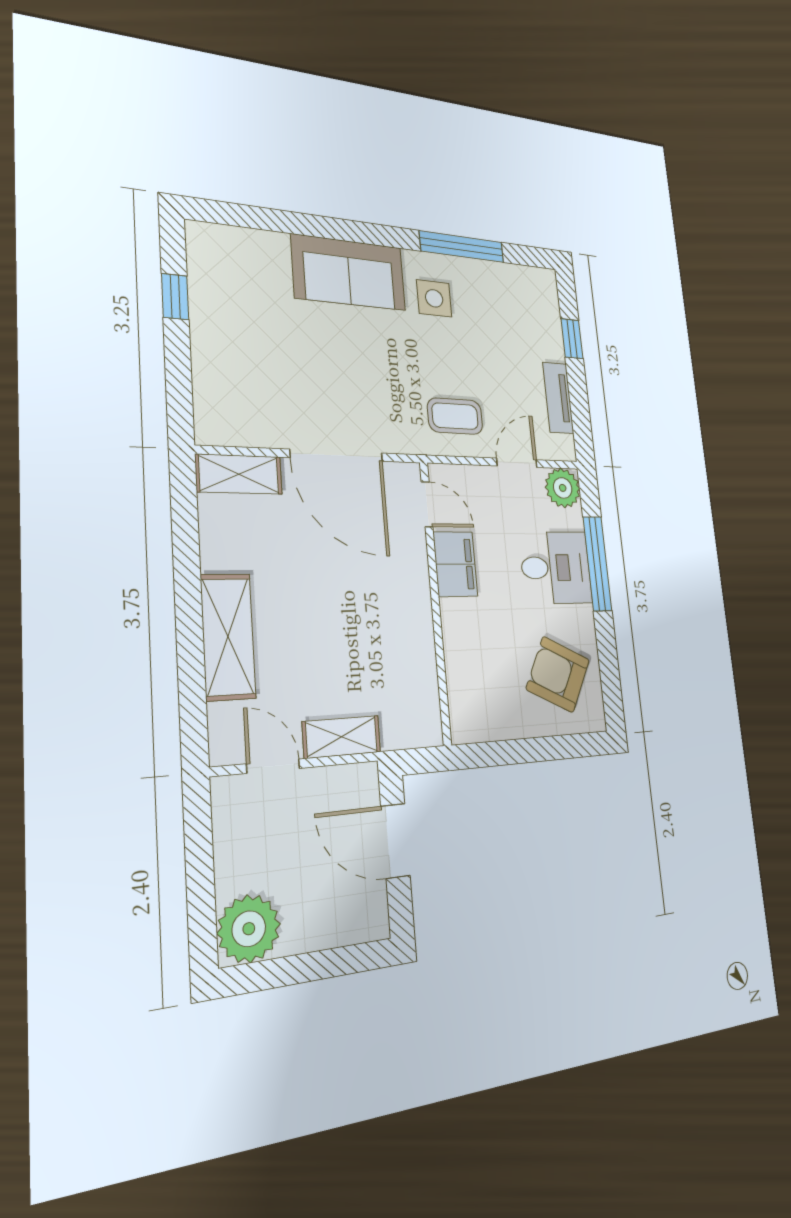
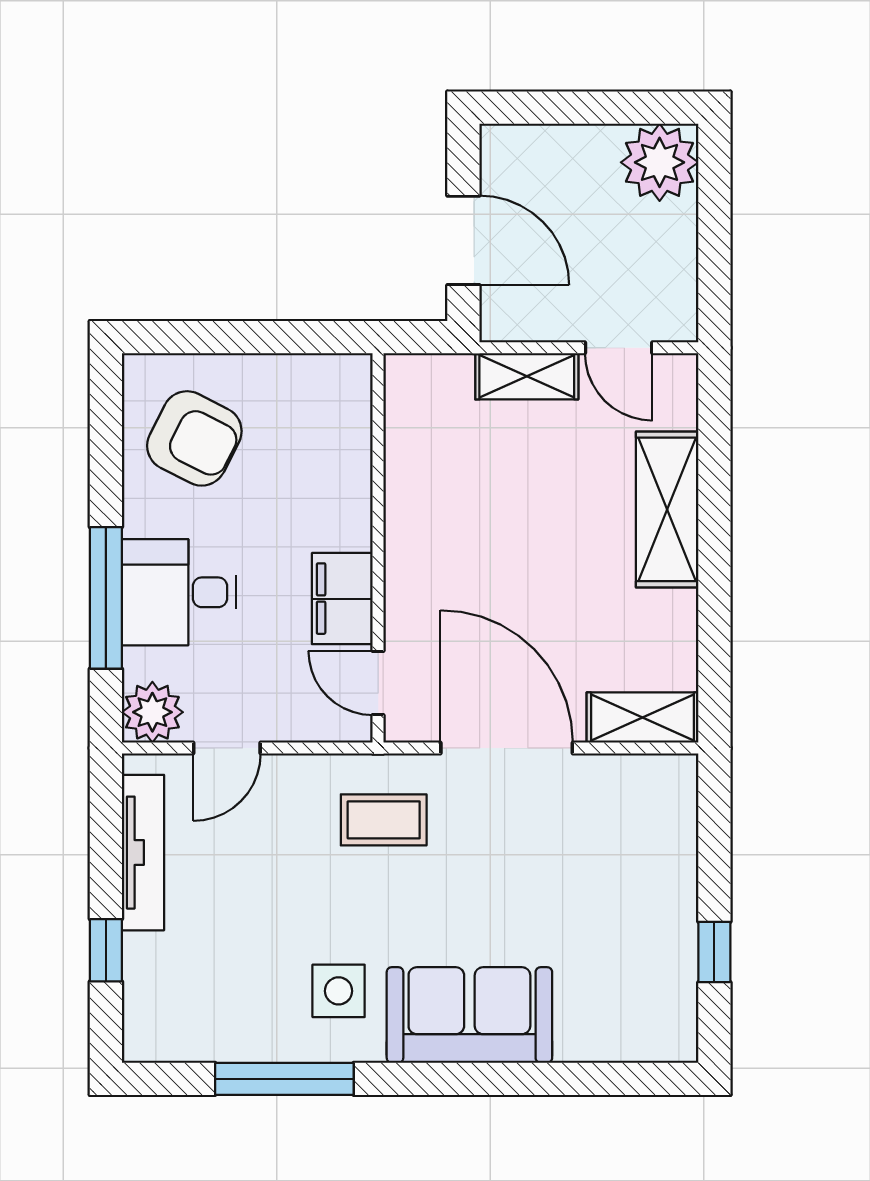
tv unit: (558, 398) -> (143, 853), width x1.41
coffee table: (455, 416) -> (384, 820), moved

